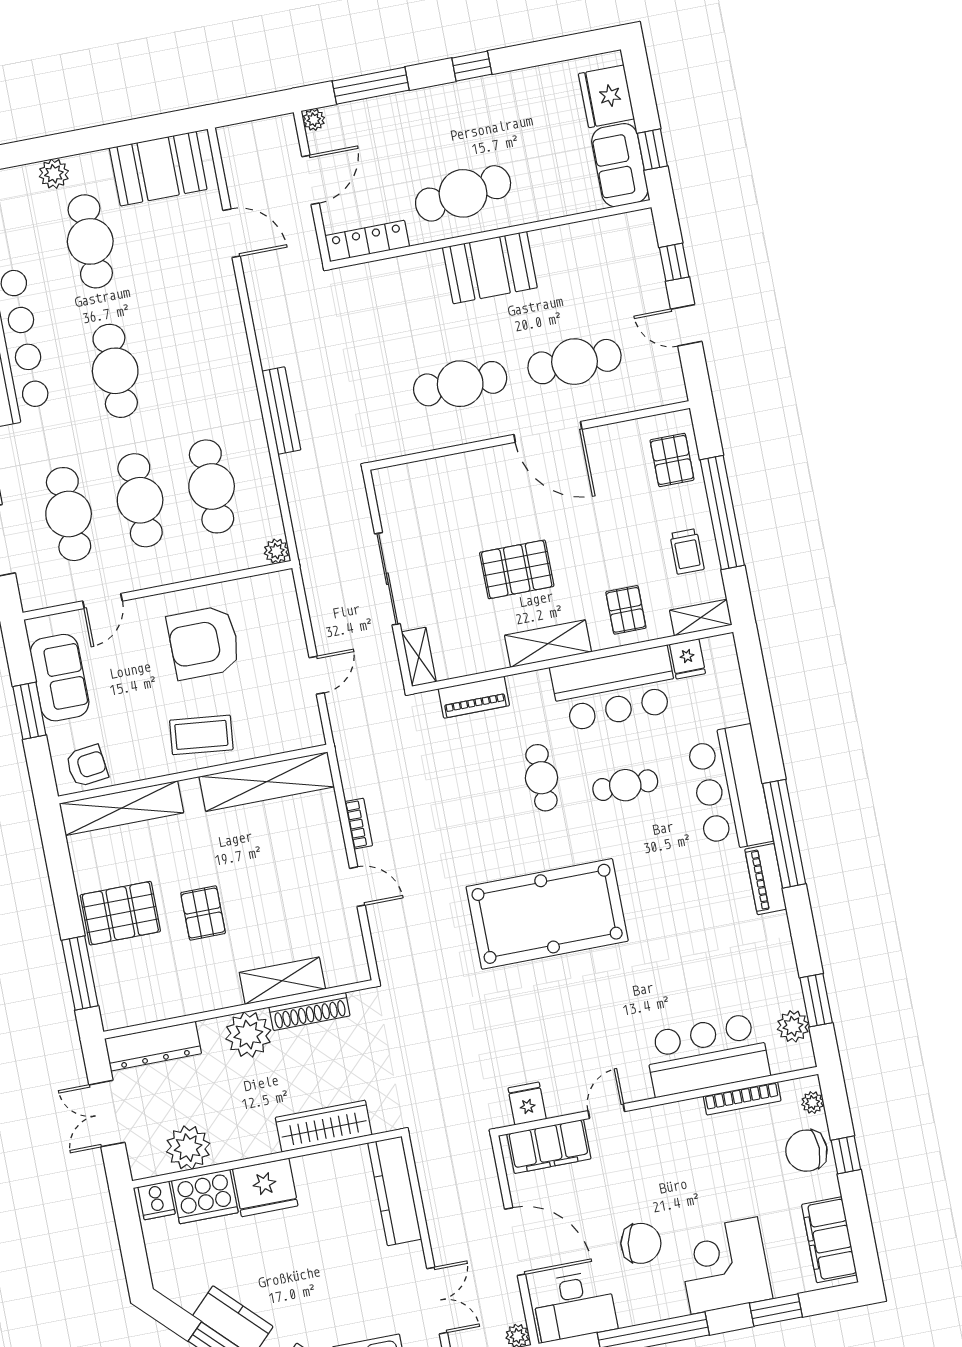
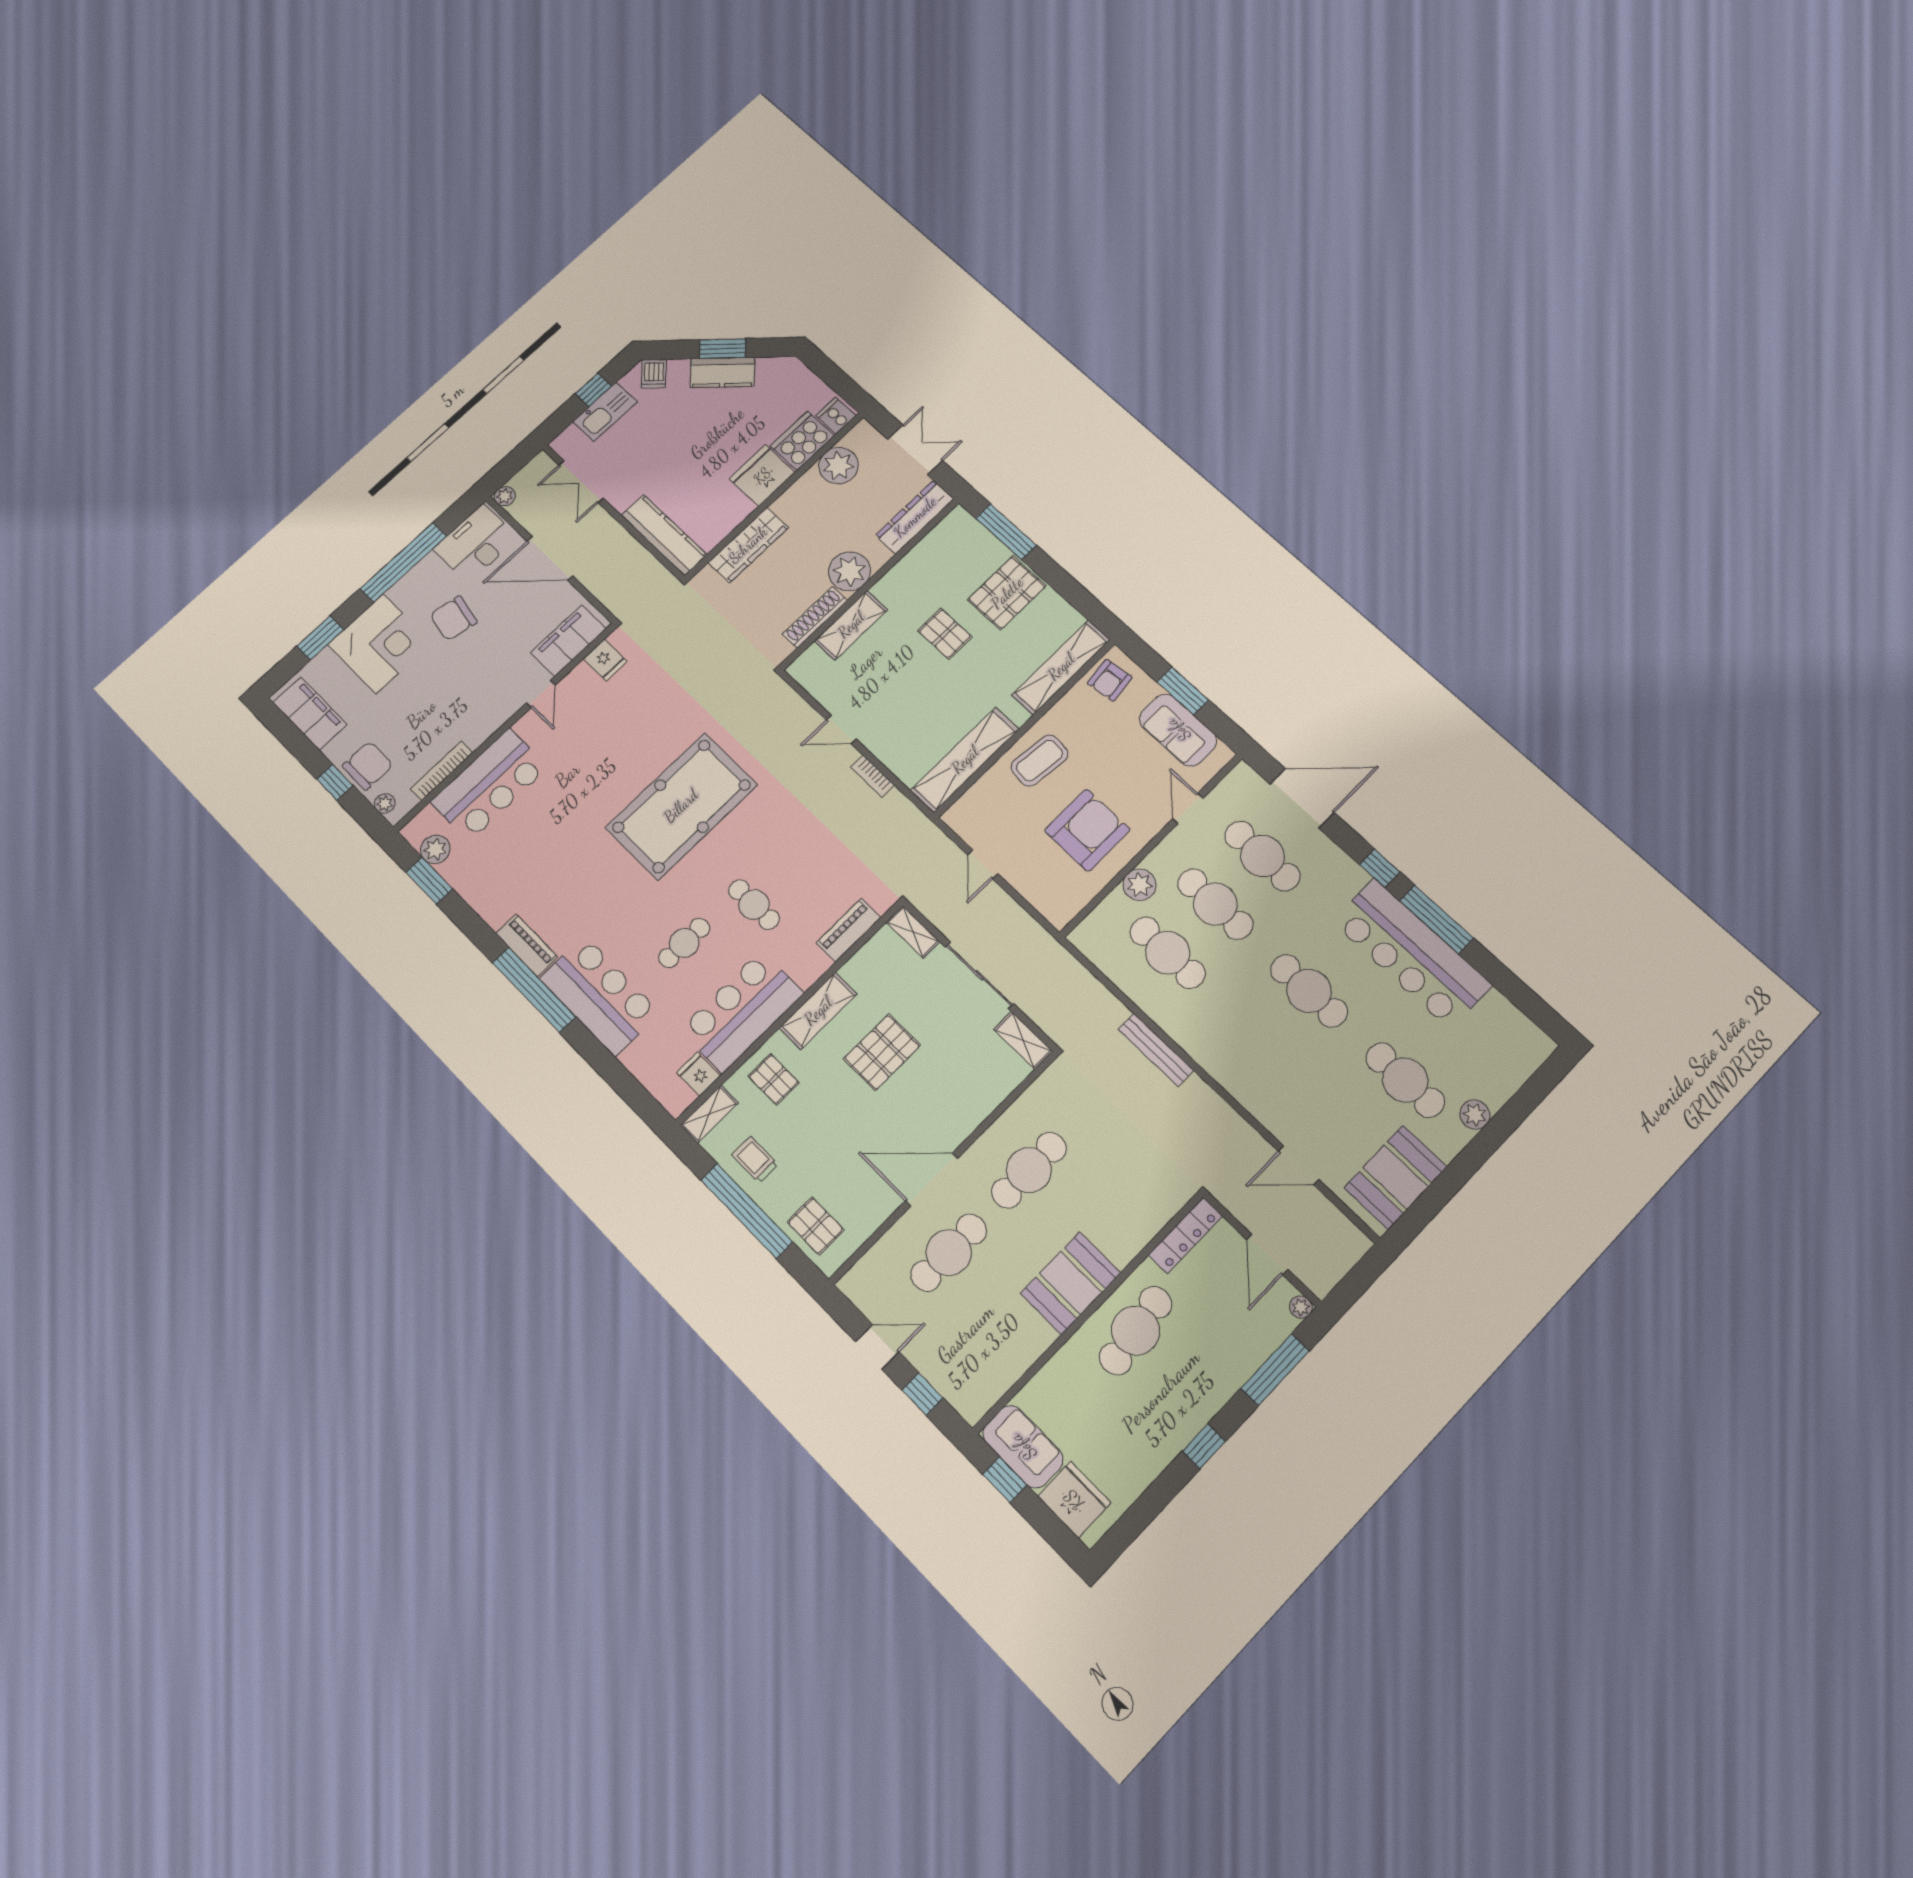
shelving: (389, 496) -> (1023, 1040), added
plant: (276, 551) -> (1139, 885), moved, width x1.38, depth x1.38

